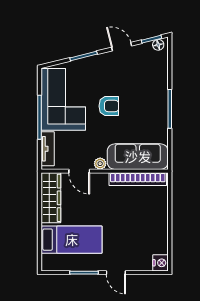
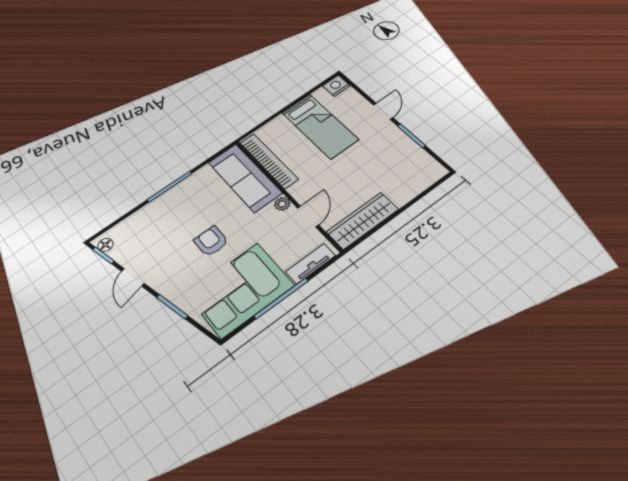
bed: (72, 240) -> (320, 126), moved, turned 180

